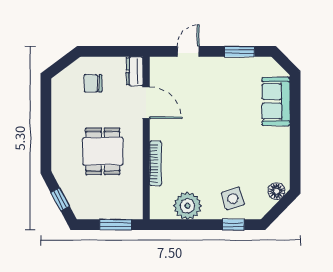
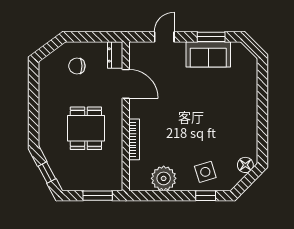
sofa: (276, 101) -> (208, 54), moved, turned -90

